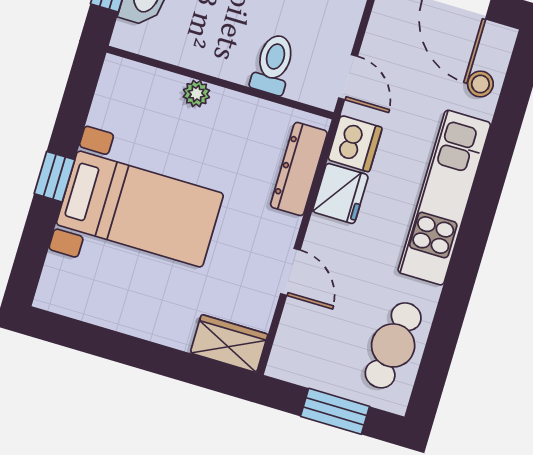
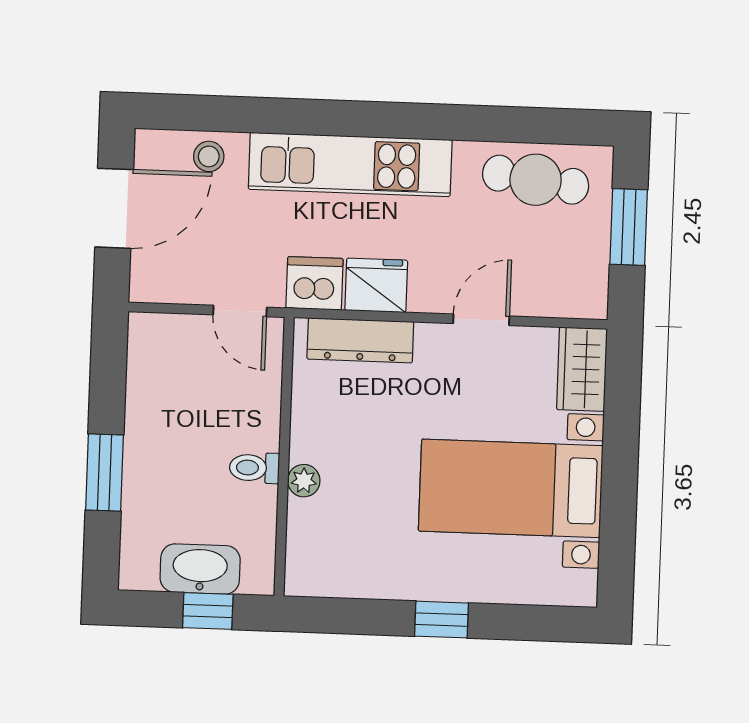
toilet: (273, 64) -> (254, 468), moved, width x0.73, depth x0.72
door: (348, 77) -> (240, 311), swing flipped
bed with nightstands: (140, 209) -> (511, 488), moved, turned -90

